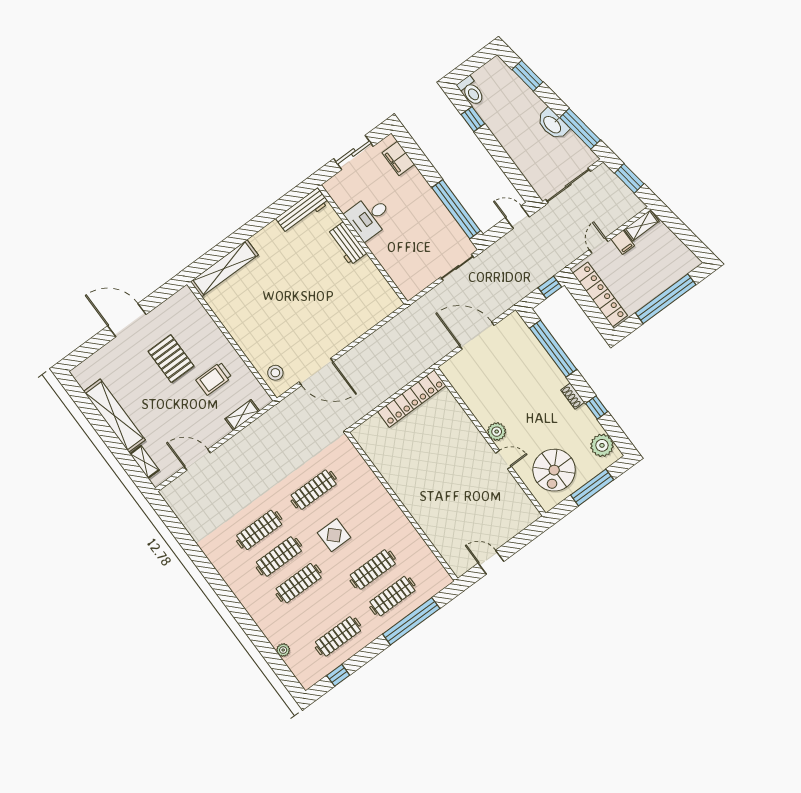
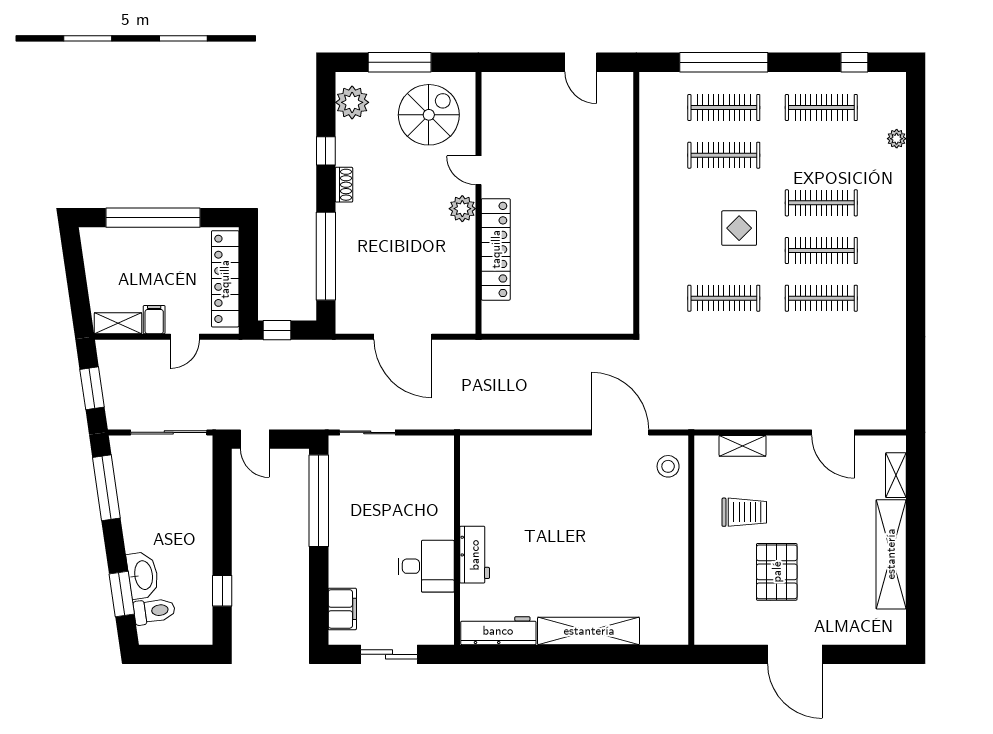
toilet: (471, 91) -> (154, 611), moved, turned 82
washbasin: (553, 124) -> (143, 575), moved
shelving: (224, 268) -> (589, 631), moved
locker: (412, 399) -> (496, 249), moved, turned 90

